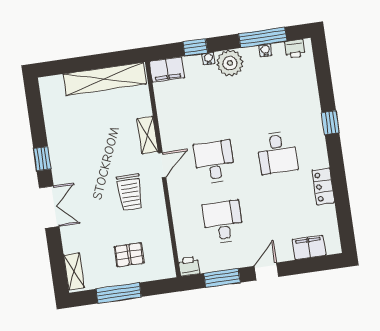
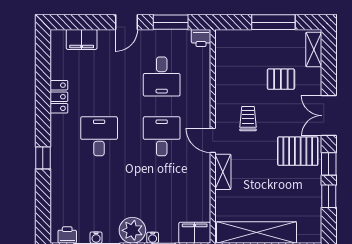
window: (37, 126) -> (329, 196), added
desk: (214, 162) -> (162, 136), turned 180
door: (162, 165) -> (213, 140), hinge flipped
pallet: (75, 167) -> (298, 151), added
trolley: (130, 192) -> (248, 119), width x0.73, depth x0.72
pallet: (129, 255) -> (281, 79), moved

